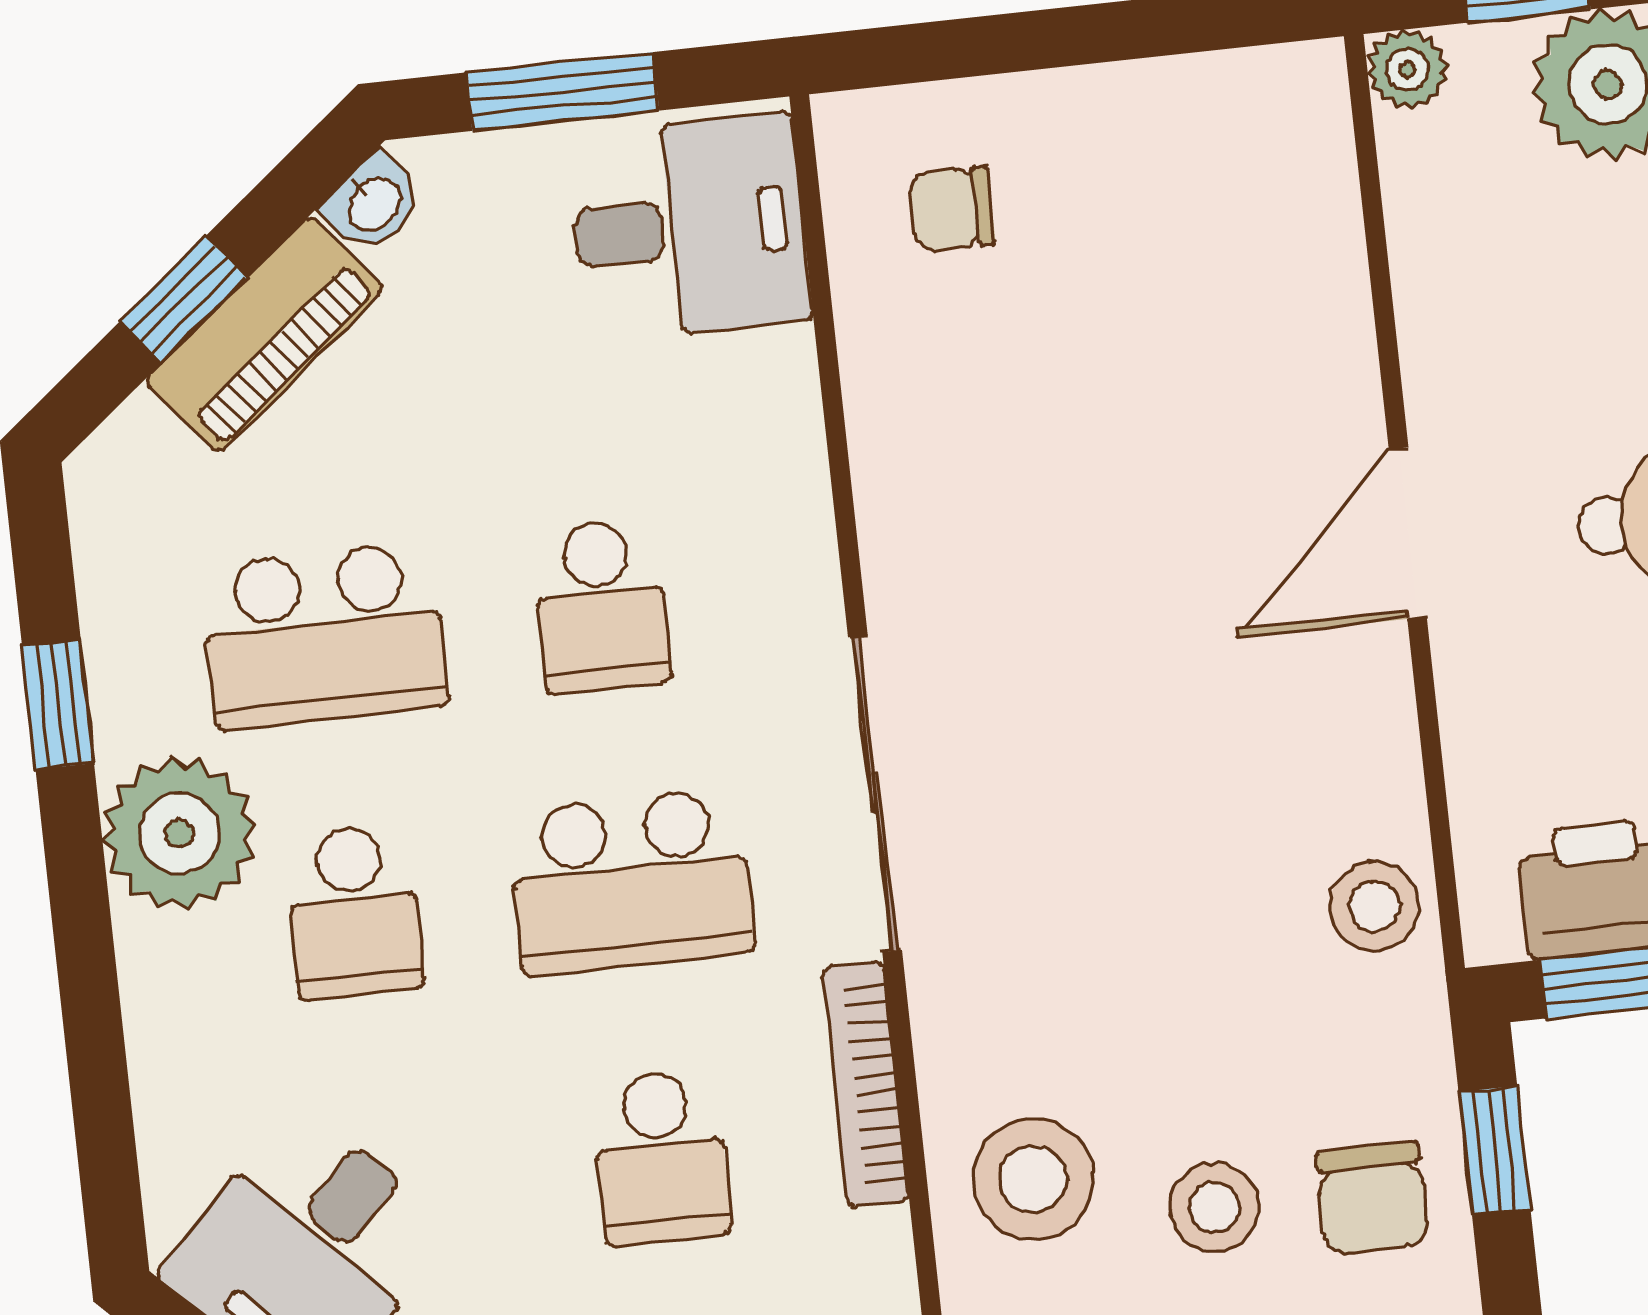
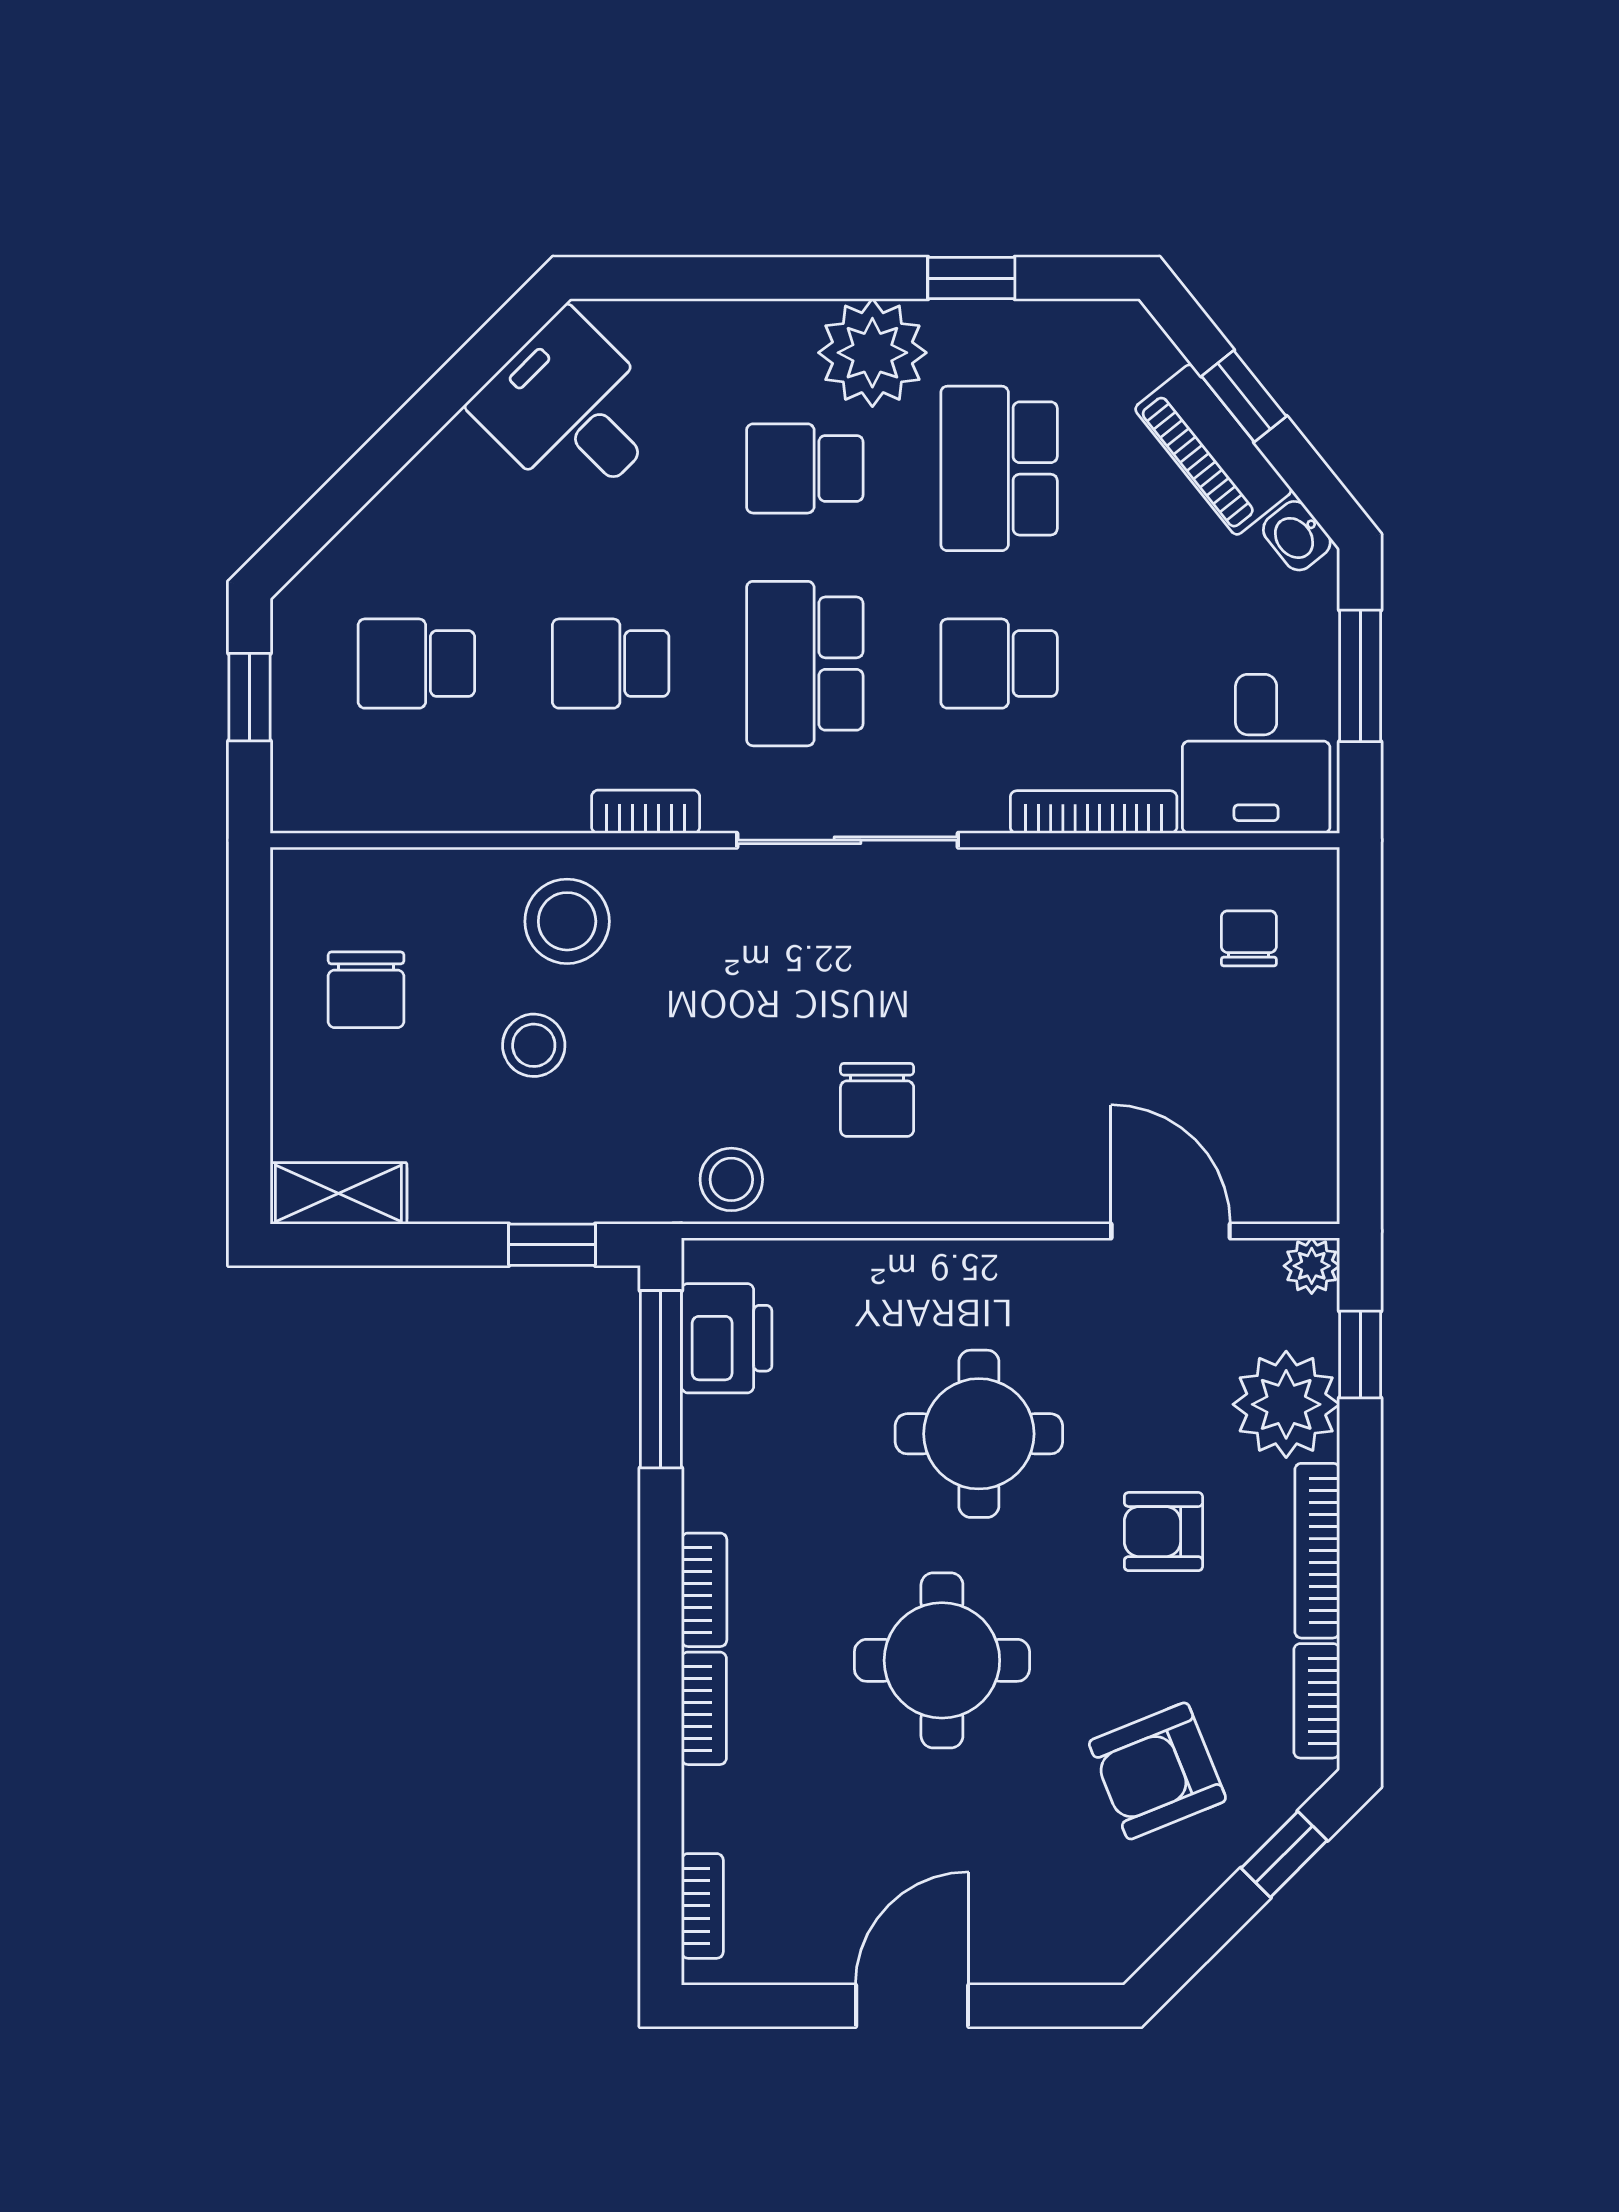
bookcase: (797, 449) -> (1094, 812), added
door: (1408, 533) -> (1171, 1231), moved
bookcase: (866, 1084) -> (646, 812), width x0.64
chair: (1372, 1199) -> (877, 1100), moved, turned -90

